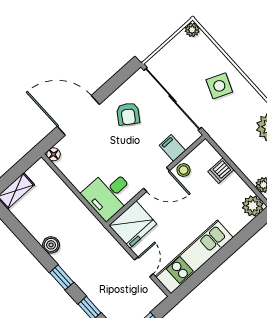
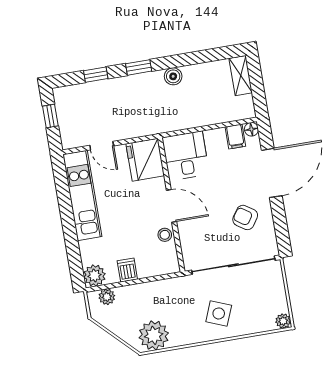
filing cabinet: (172, 148) -> (235, 137), moved, turned 90
dishwasher: (221, 171) -> (127, 270), moved
door: (157, 180) -> (171, 206), swing flipped

